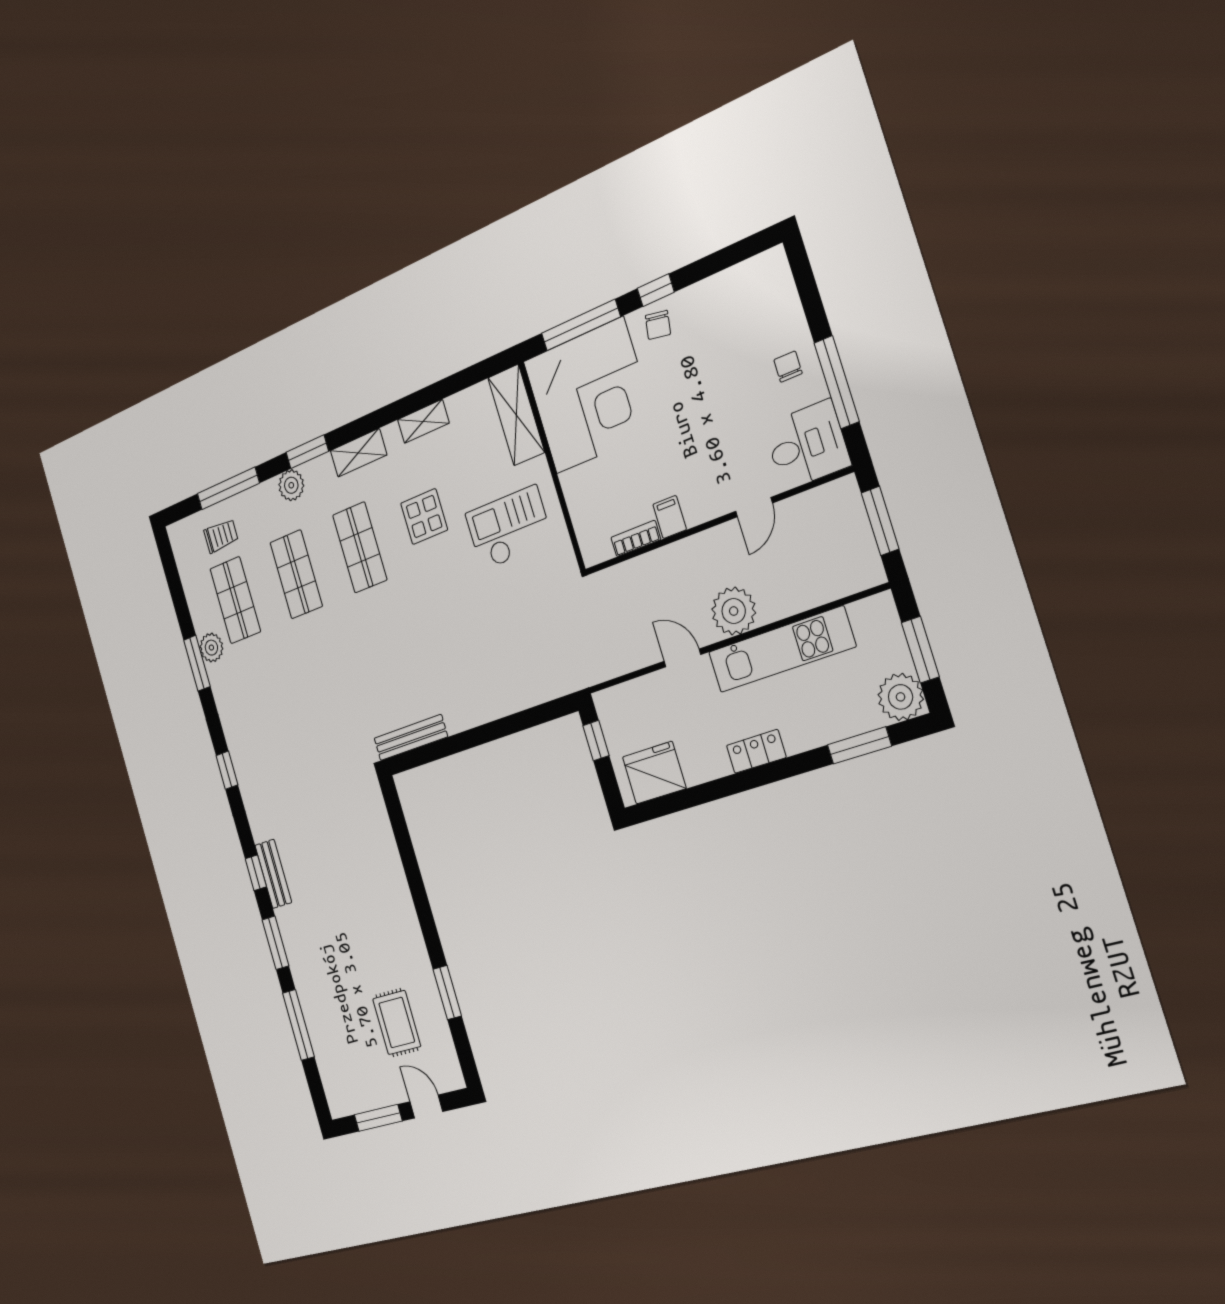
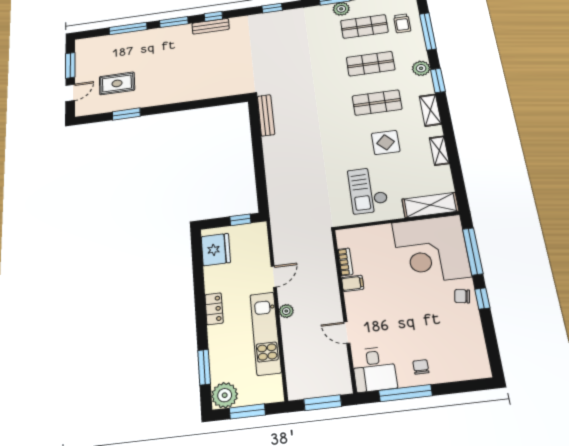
chair: (788, 367) -> (421, 367), turned -90
checkout: (509, 528) -> (368, 190), turned 180
plant: (734, 611) -> (286, 311), width x0.53, depth x0.53

